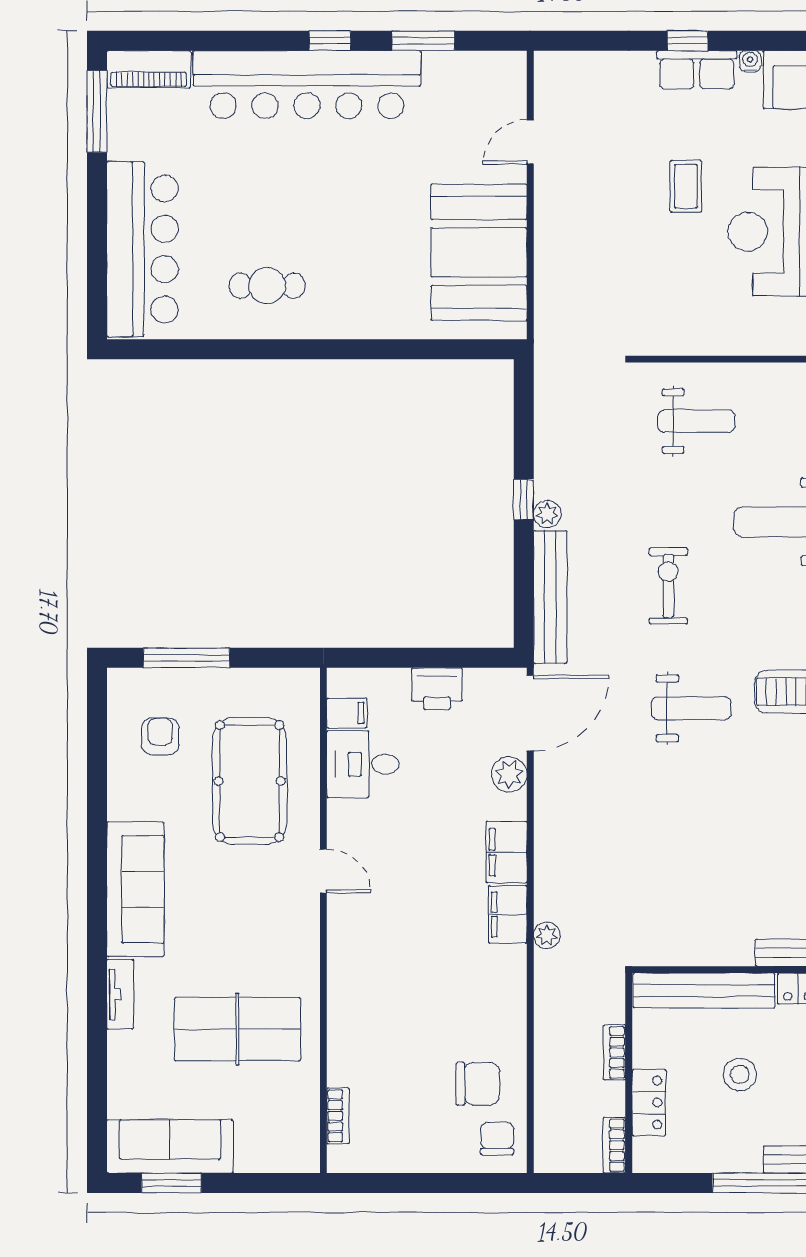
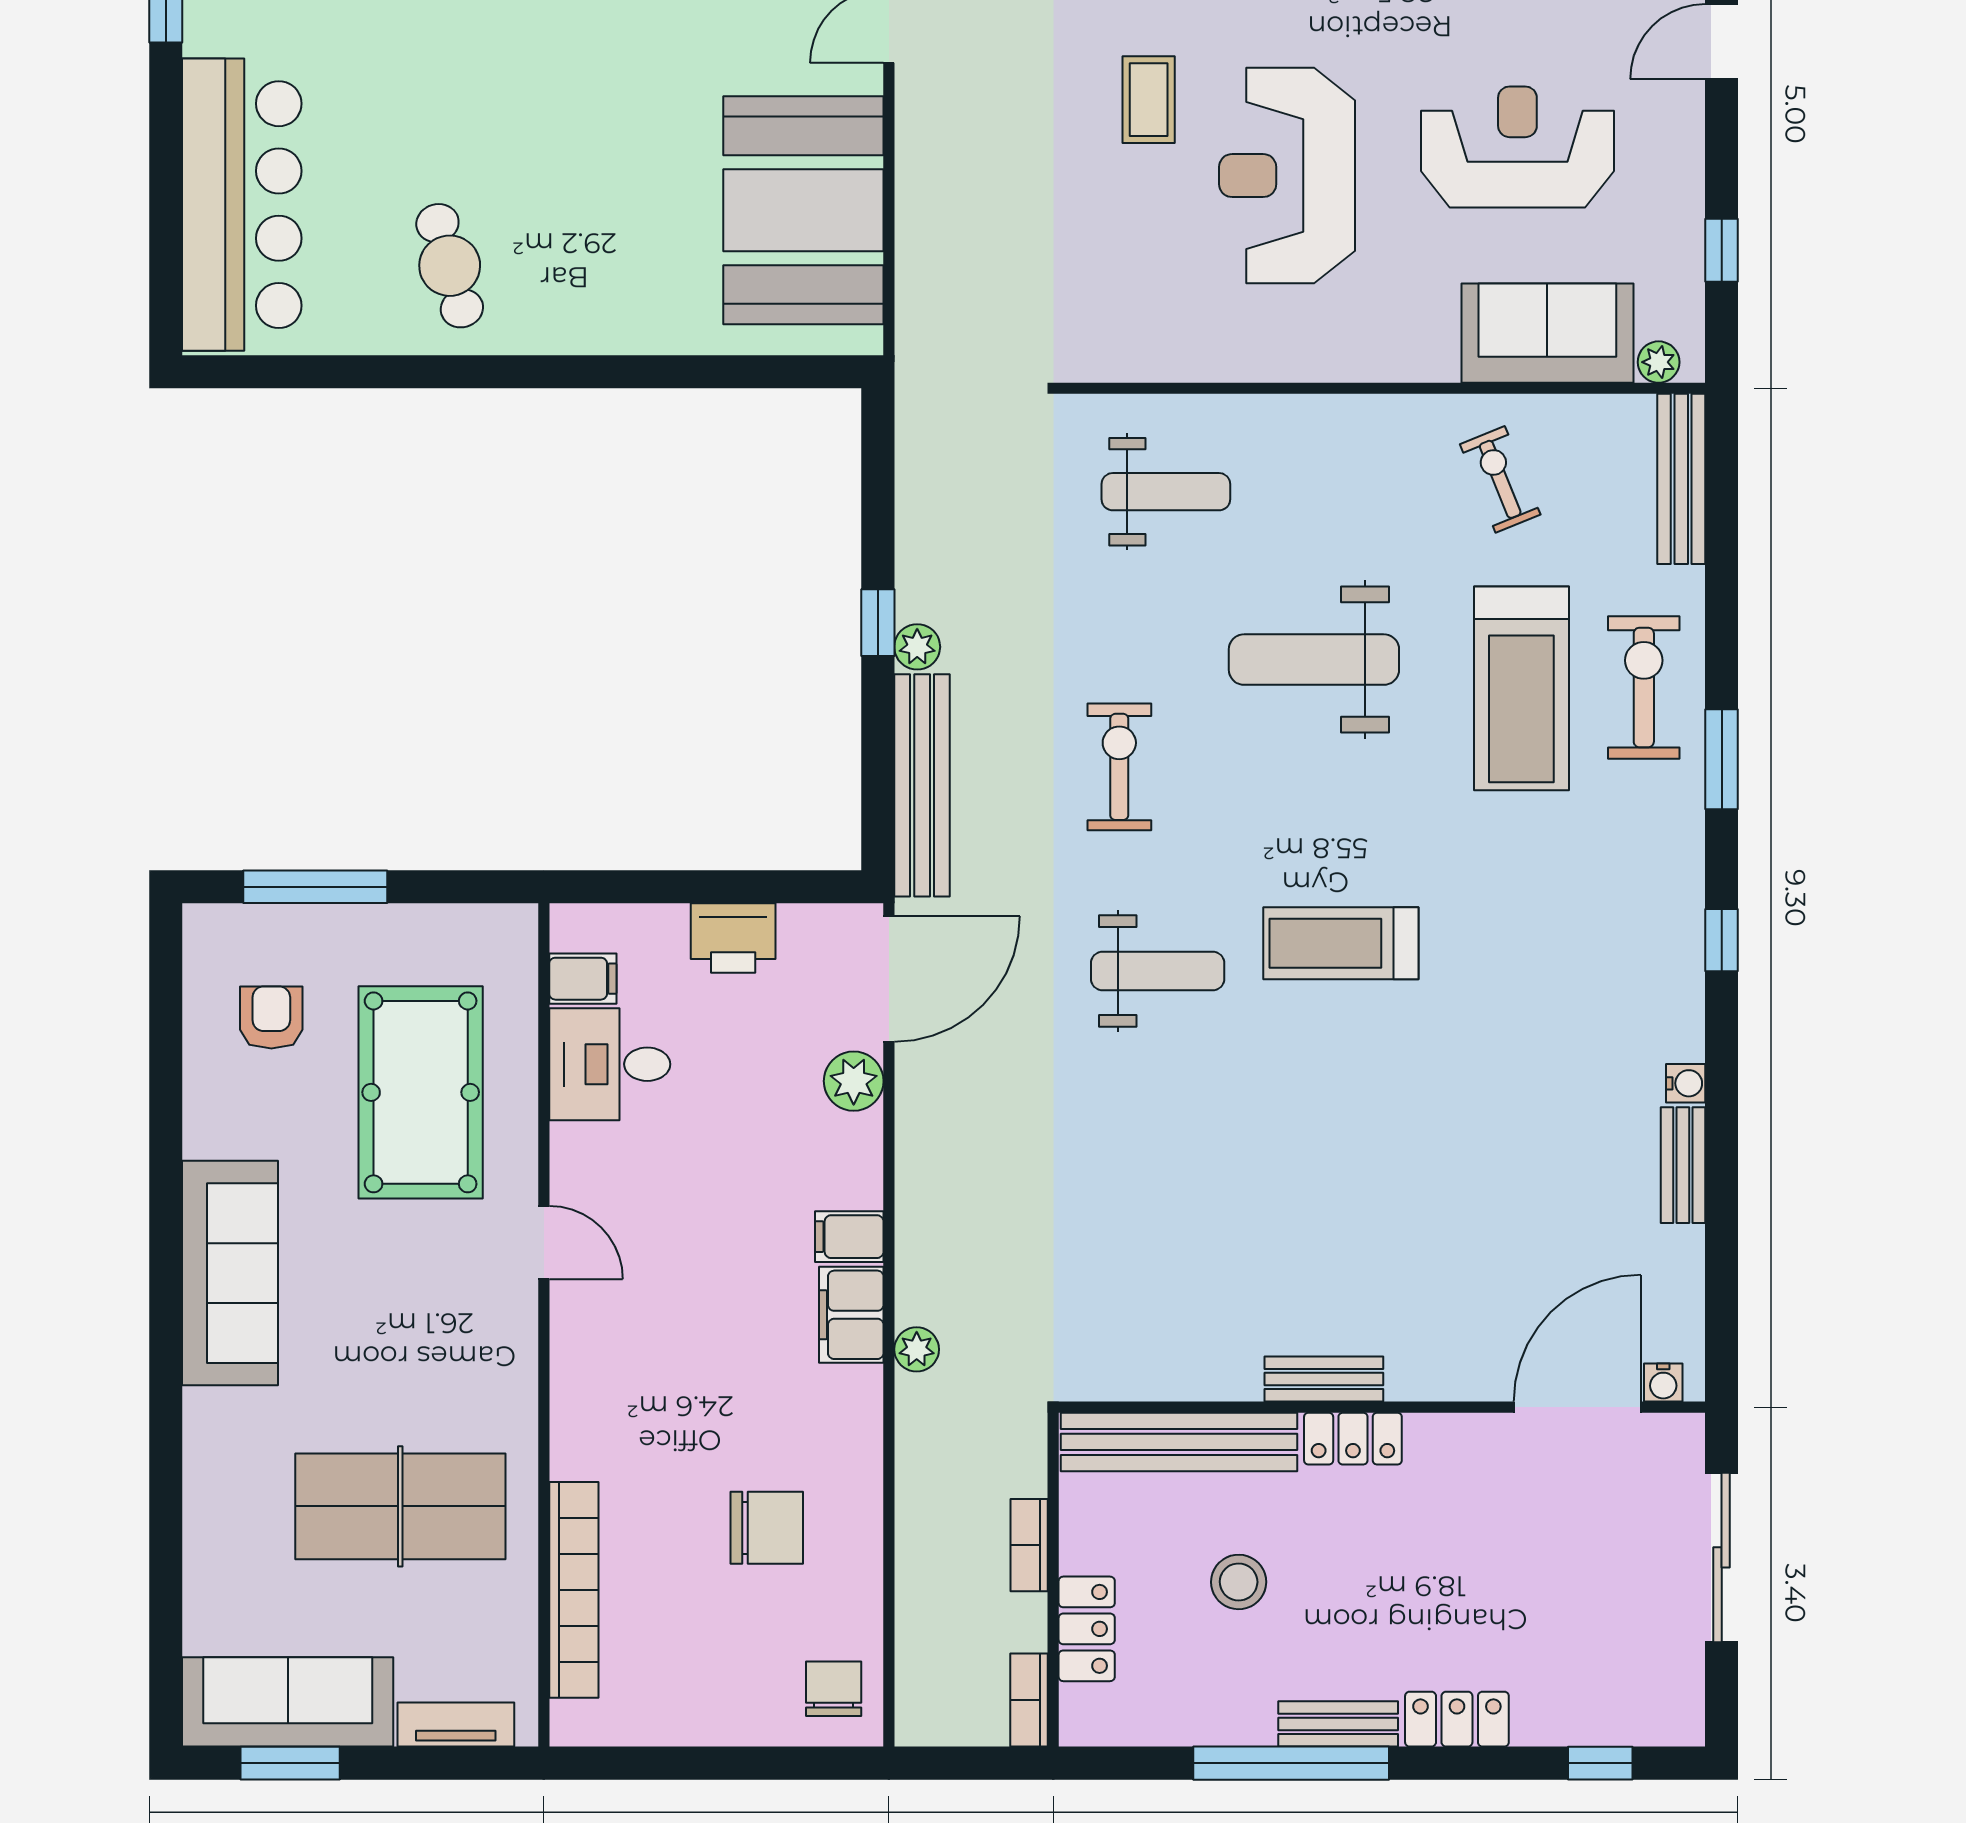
cafe table: (267, 286) -> (450, 266), turned 74
filing cabinet: (507, 852) -> (849, 1237), width x0.50
tv unit: (120, 994) -> (456, 1725), moved, turned -90
chair: (478, 1084) -> (767, 1528), moved
bookcase: (338, 1116) -> (574, 1590), width x2.31, depth x1.31

